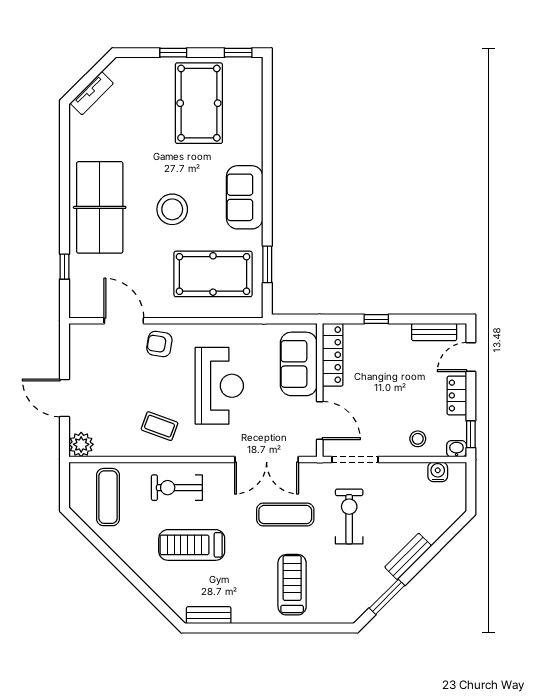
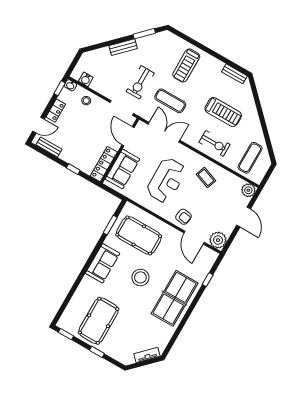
plant: (84, 339) -> (218, 240), added
reception desk: (219, 386) -> (166, 180), turned 180

